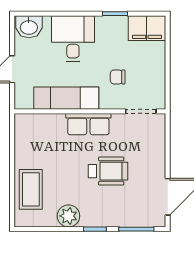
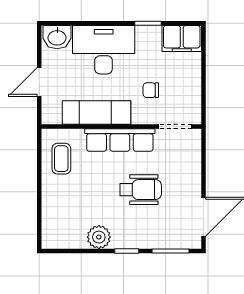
desk: (73, 39) -> (104, 50), width x1.37
row of seats: (88, 124) -> (120, 140), width x1.48
coffee table: (31, 189) -> (61, 159), moved, width x0.73, depth x0.77

